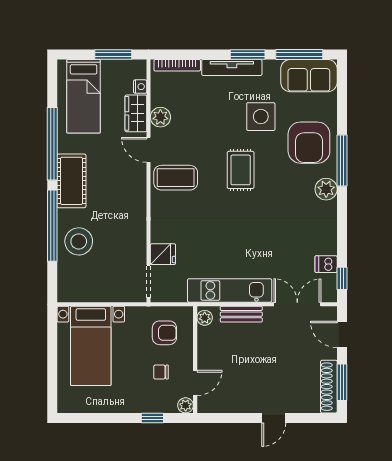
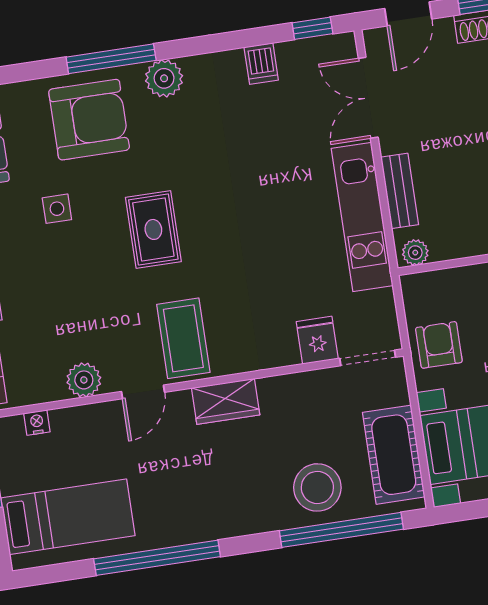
wardrobe: (136, 113) -> (226, 401), moved
side table: (261, 117) -> (57, 209), width x0.54, depth x0.54
rug: (241, 170) -> (153, 229), turned 90
cot: (72, 181) -> (394, 455), moved, turned 90
window: (52, 226) -> (341, 530), moved
dishwasher: (326, 264) -> (261, 64), moved
armchair: (164, 333) -> (439, 345), moved

